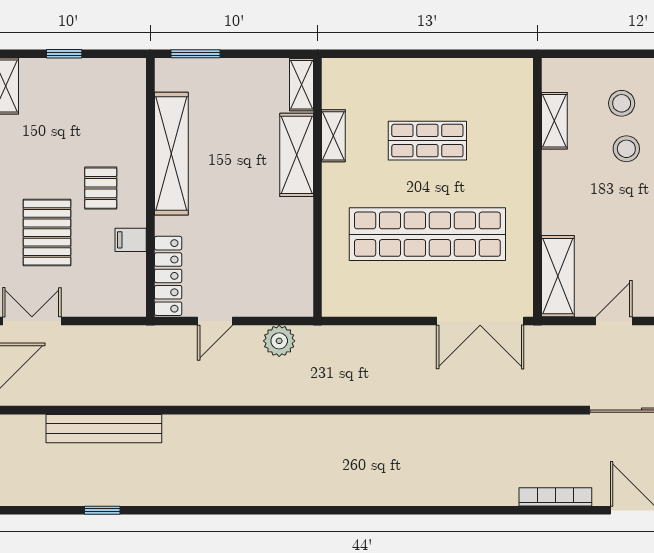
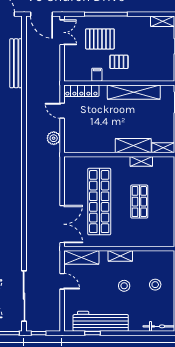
shelving: (554, 121) -> (120, 256), moved
stool: (626, 149) -> (124, 286), moved
double door: (480, 321) -> (62, 224), swing flipped

